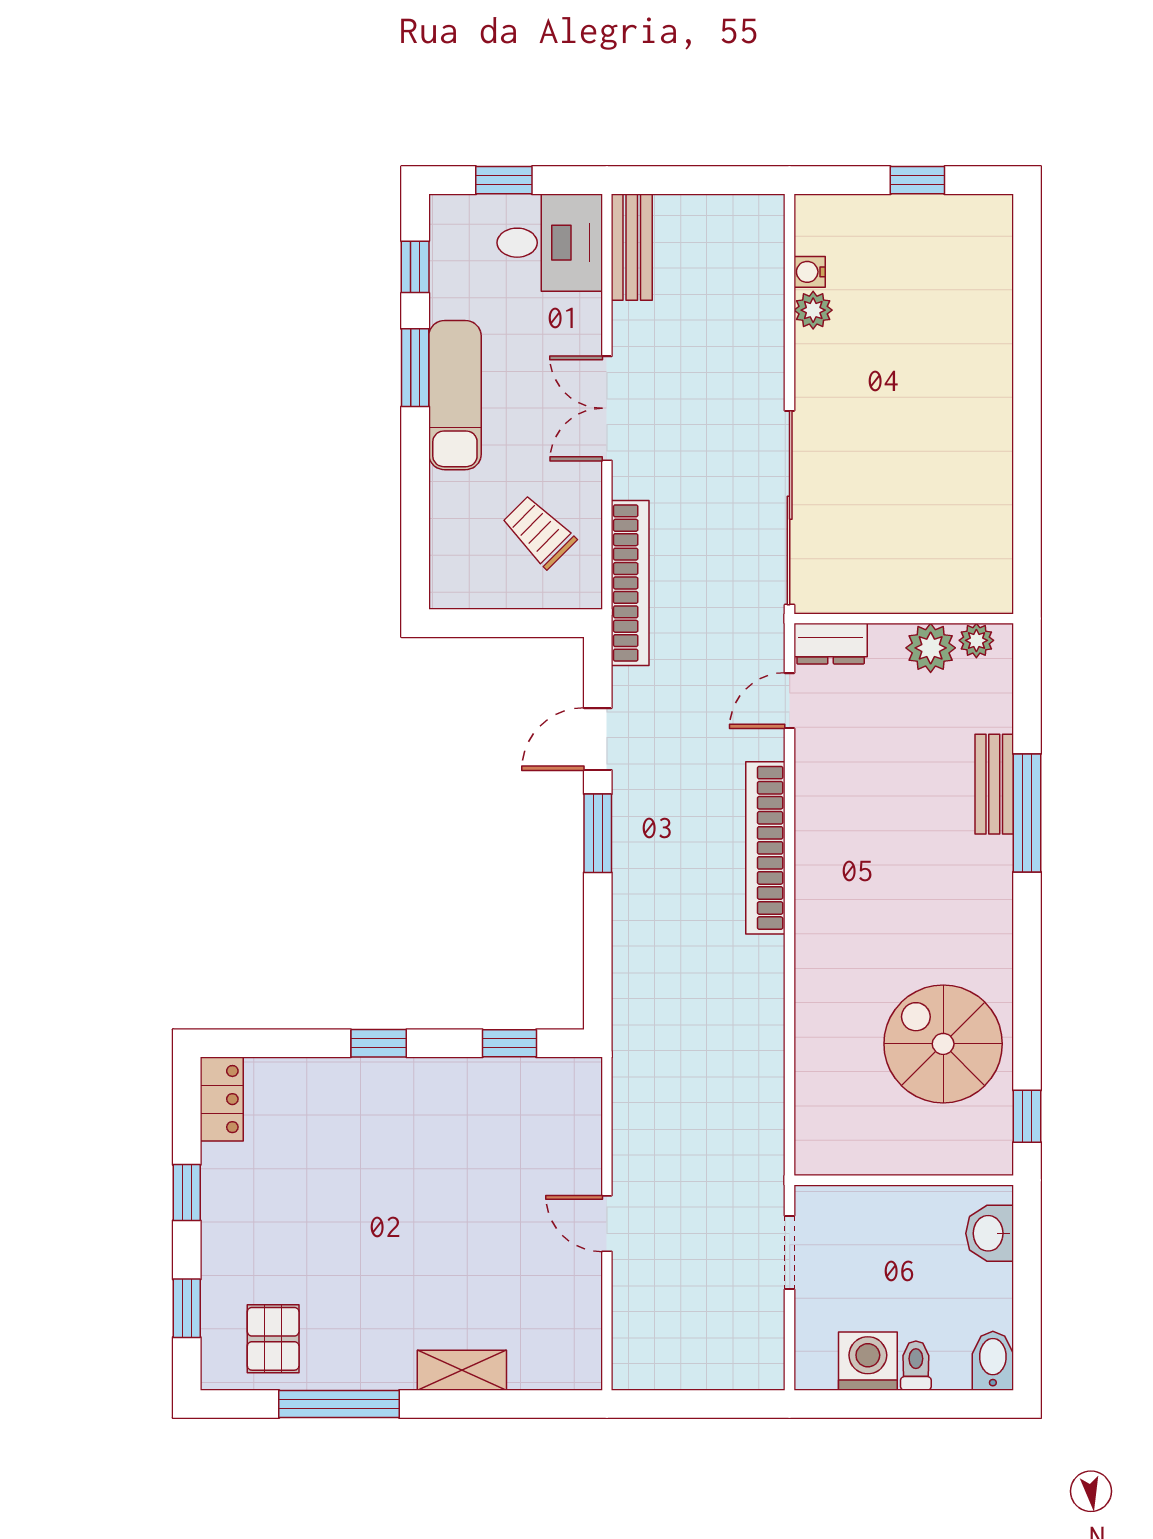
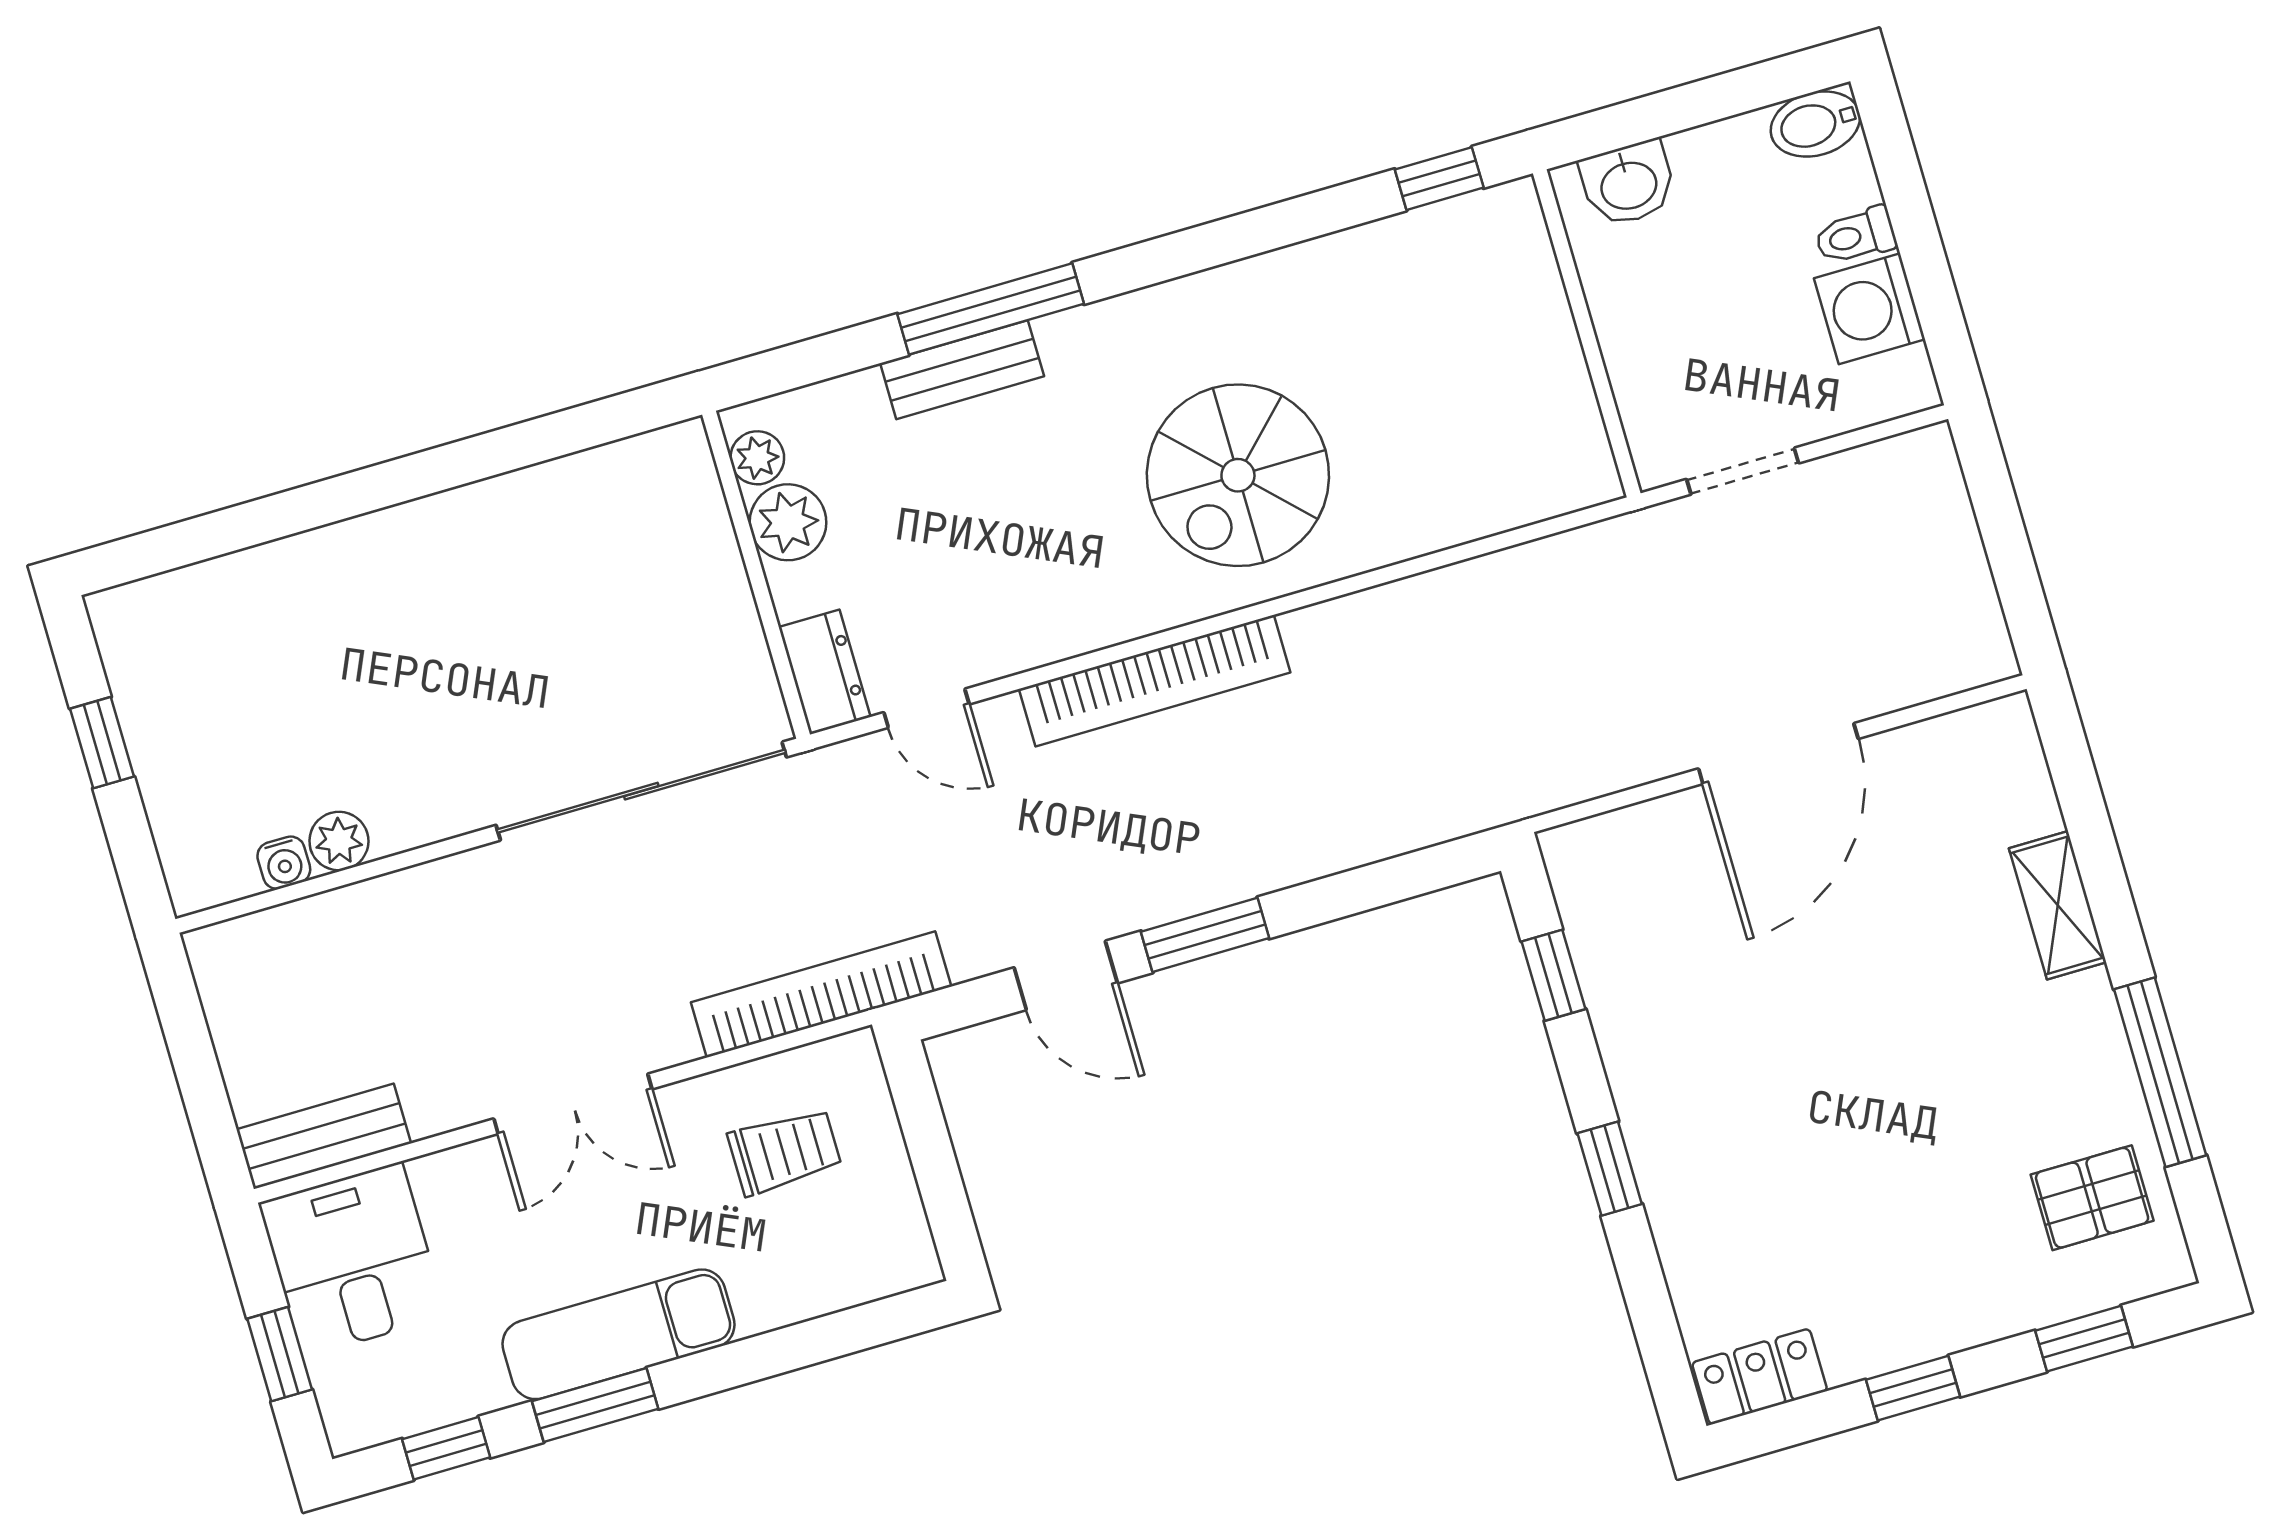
trolley: (539, 532) -> (785, 1151), turned -135
spiral stairs: (943, 1044) -> (1238, 475), moved
door: (607, 1224) -> (1778, 754), width x1.88

